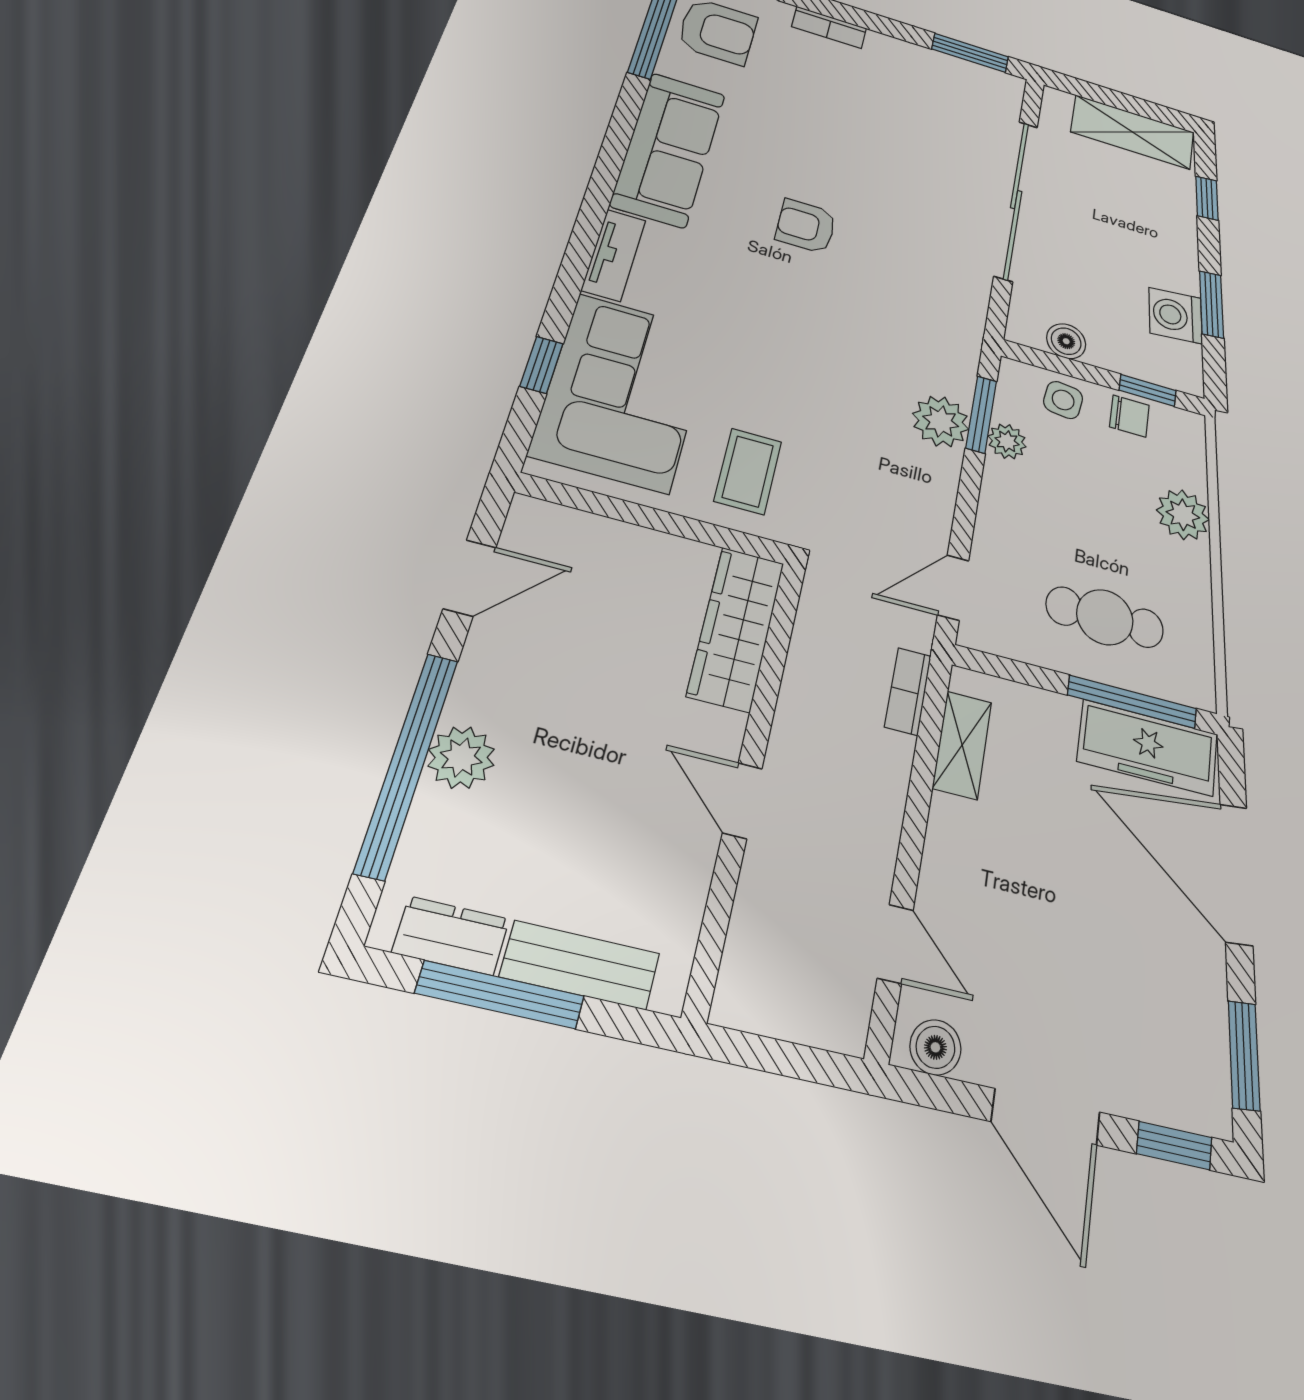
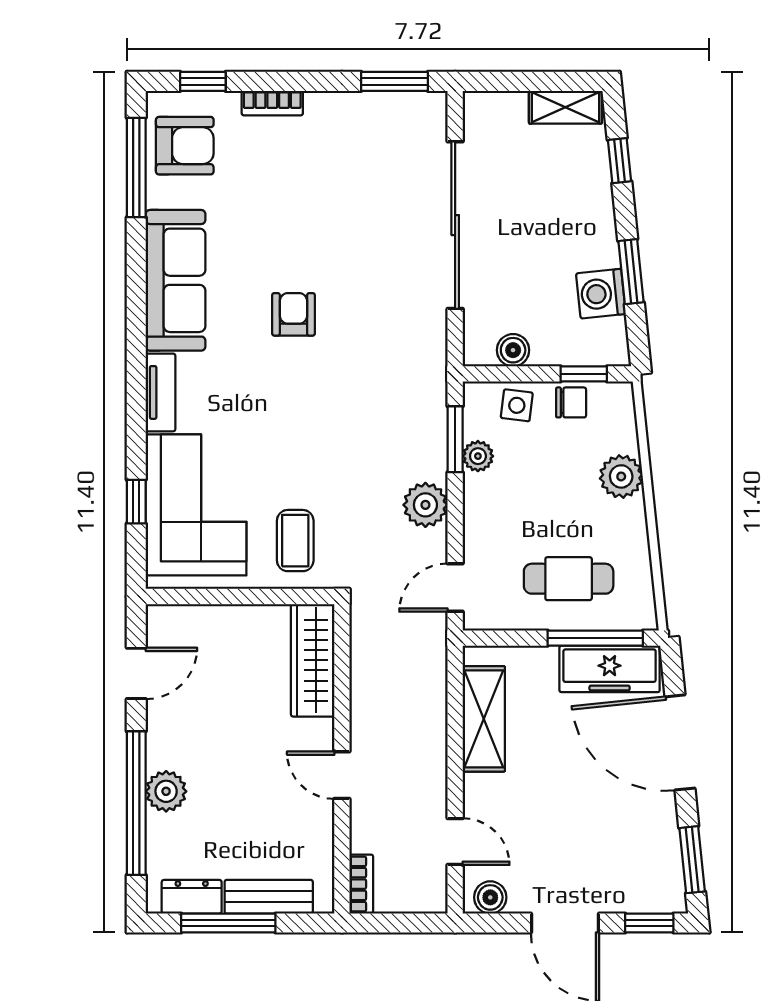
shelving: (1133, 132) -> (565, 107), width x0.67, depth x0.75
armchair: (806, 226) -> (293, 314), turned 90
plant: (941, 421) -> (425, 505), moved
bookcase: (908, 691) -> (361, 884), moved, turned 180
shelving: (962, 745) -> (484, 719), width x1.50, depth x1.33

